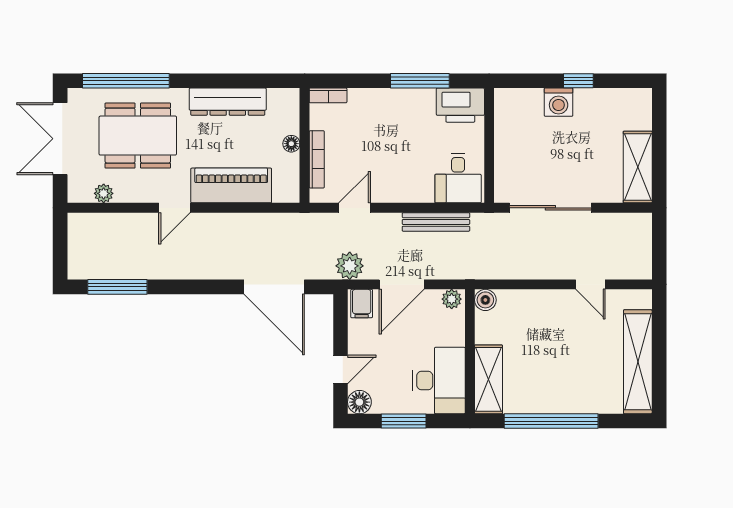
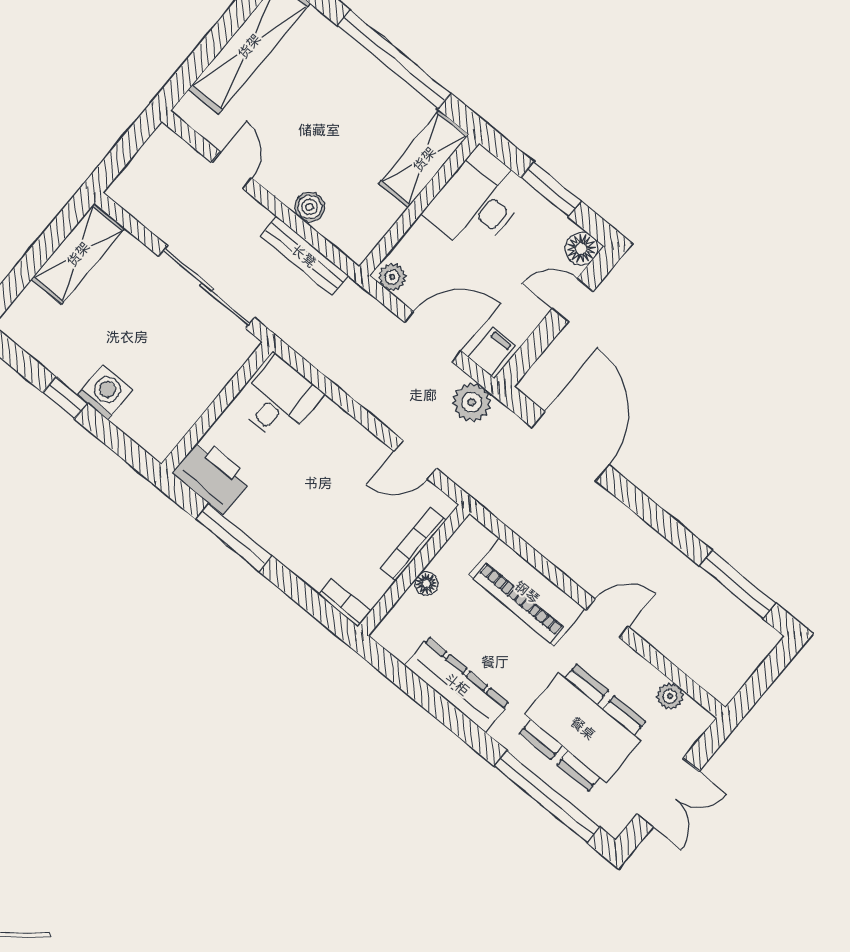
double door: (60, 139) -> (668, 793), width x0.73
bench: (436, 222) -> (304, 256), moved
boiler: (485, 300) -> (310, 207), moved

